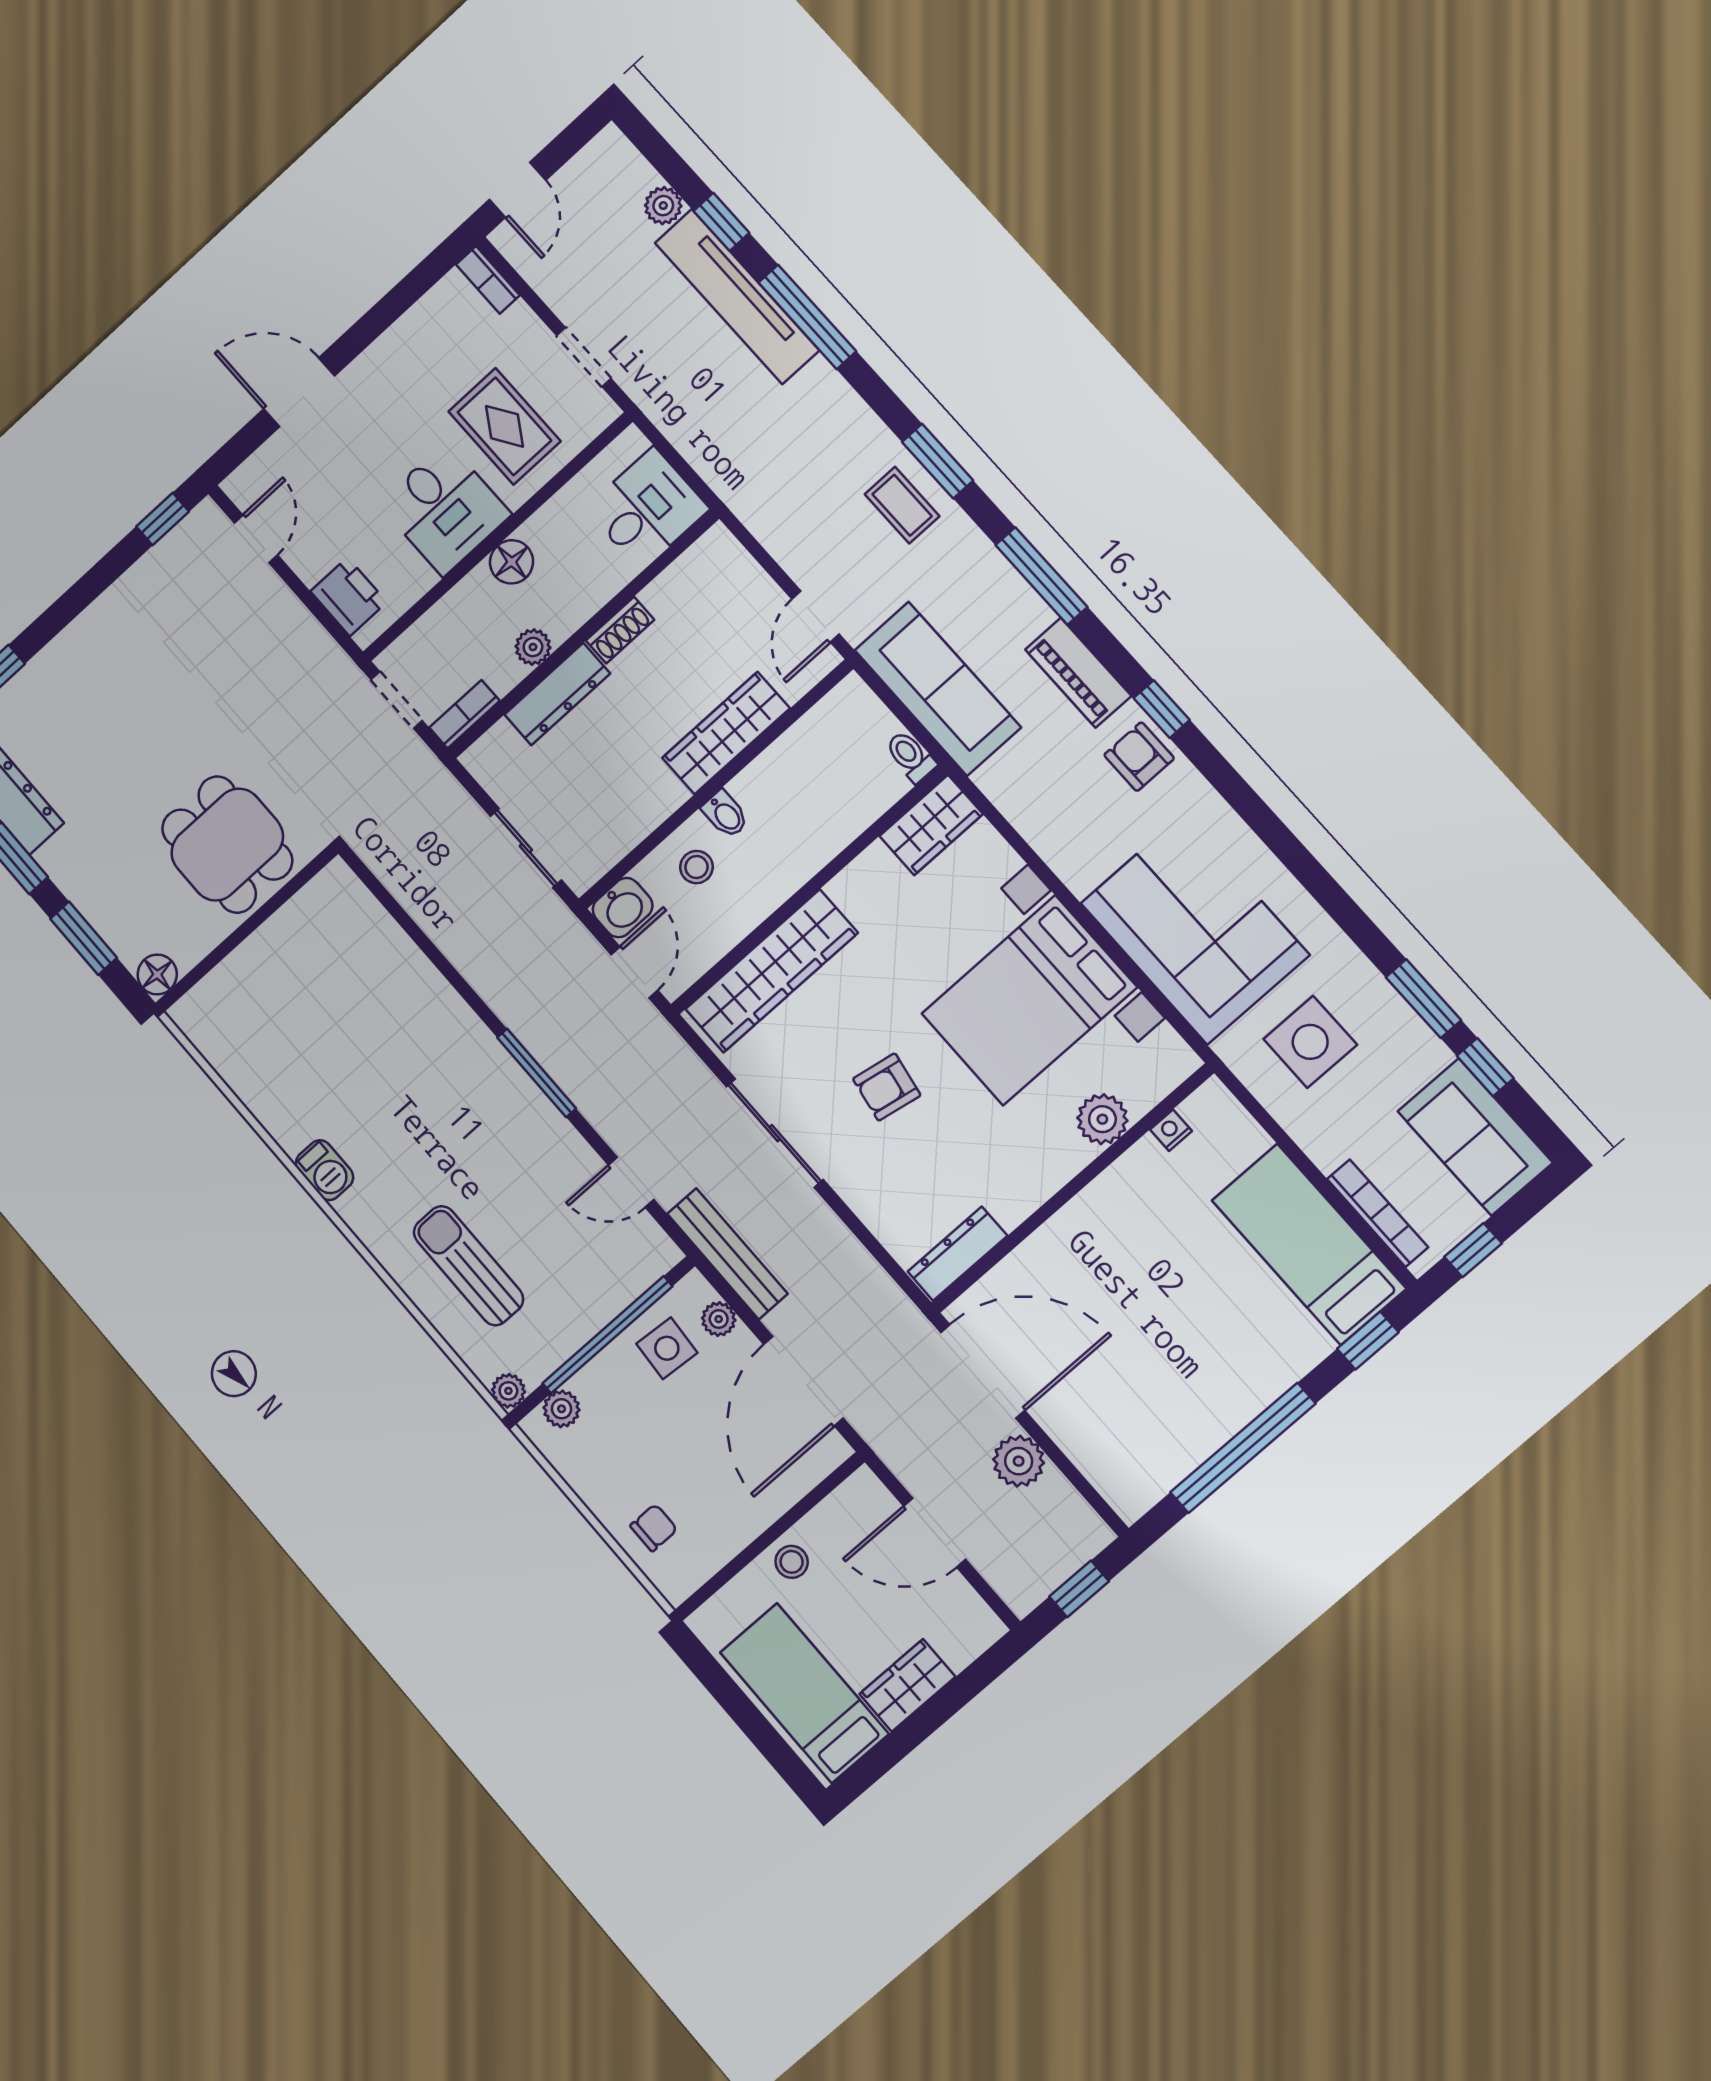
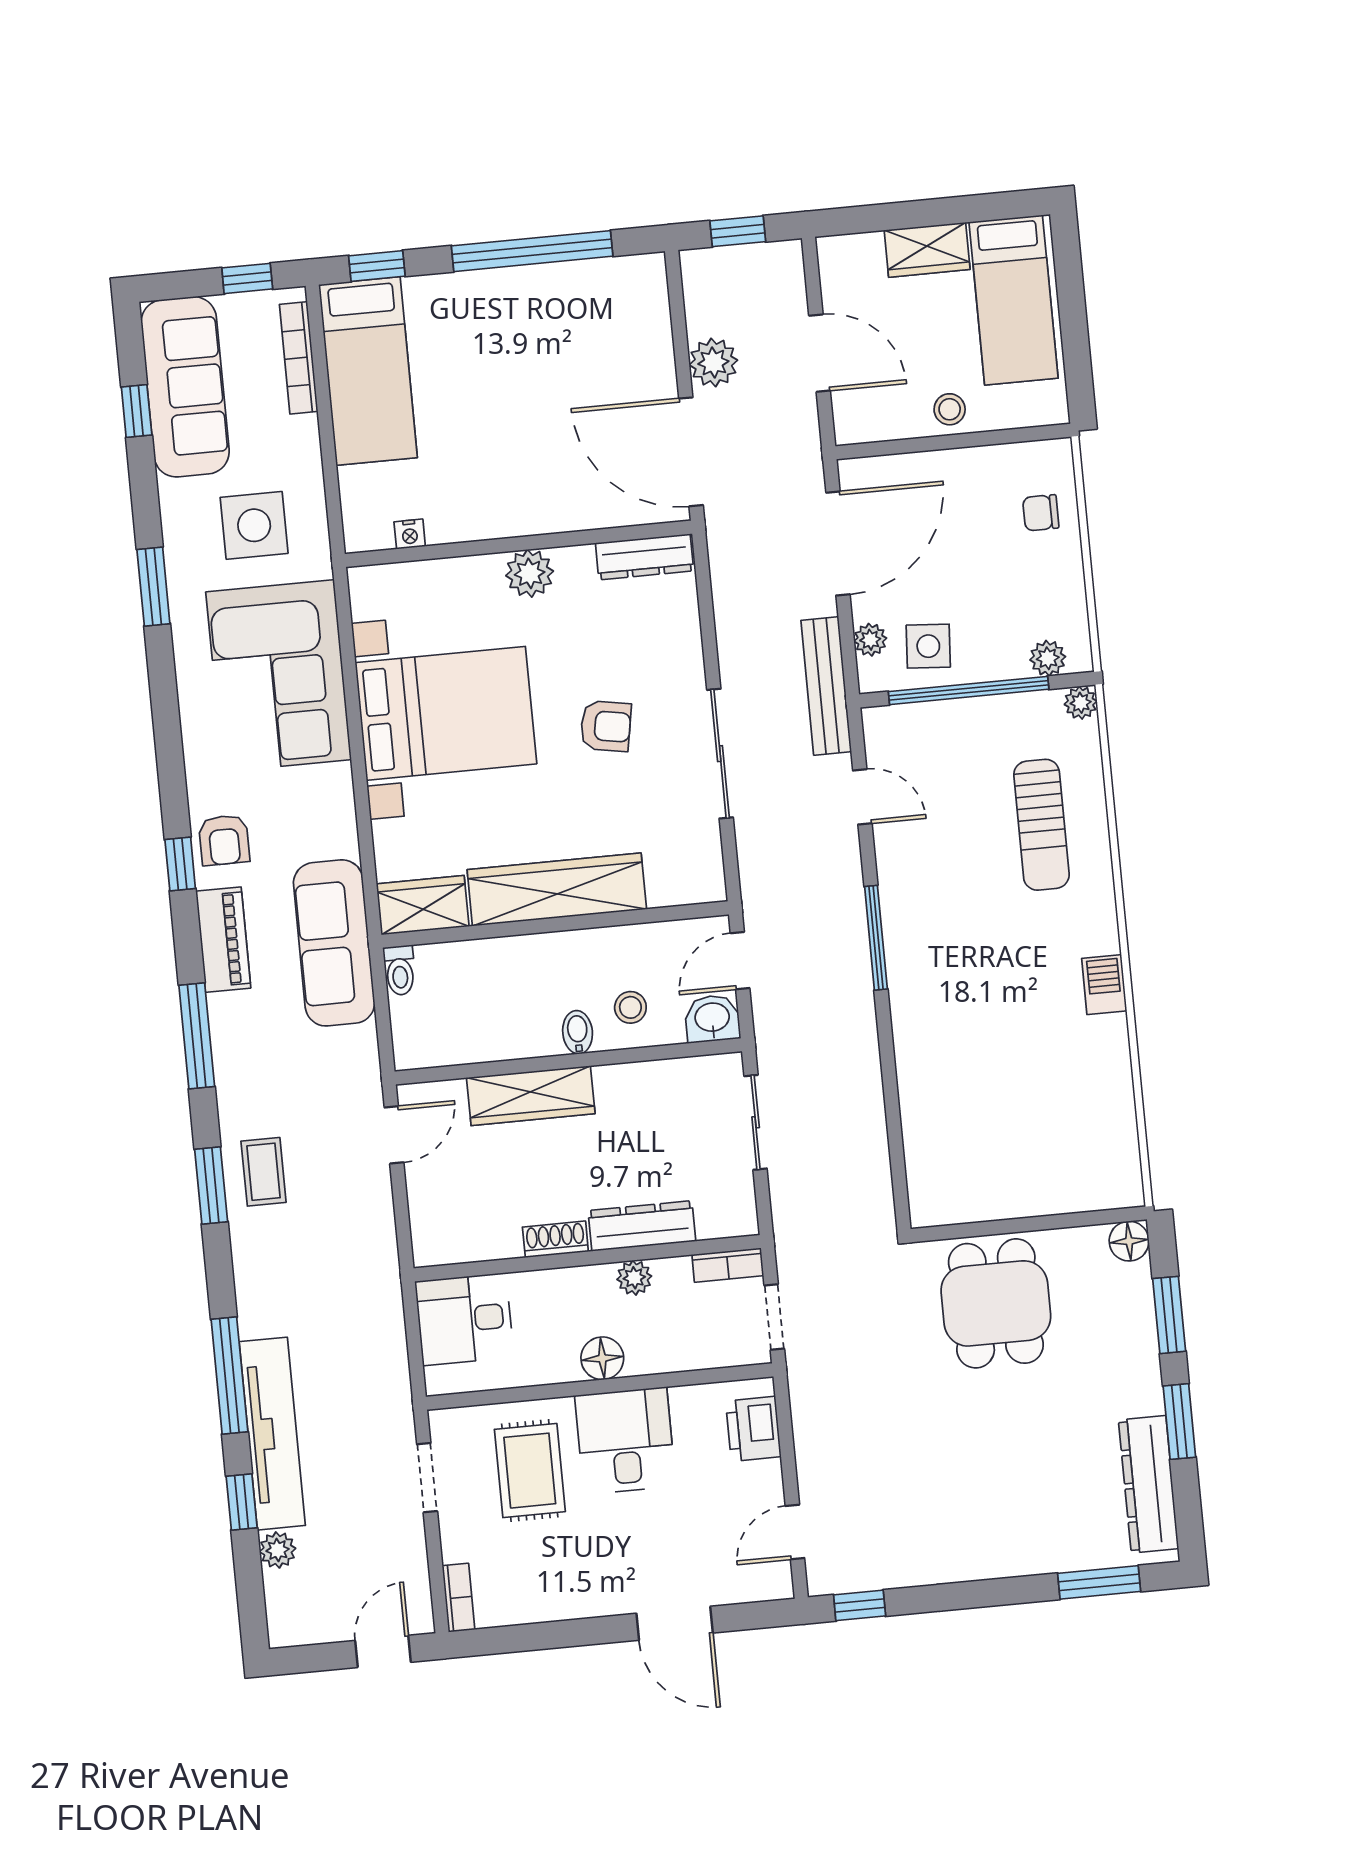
sofa: (938, 689) -> (334, 943), moved
wardrobe: (772, 971) -> (557, 889), moved
window: (1423, 999) -> (153, 587), moved
plant: (1102, 1119) -> (530, 573), moved
sofa: (1475, 1137) -> (185, 387), width x1.36

